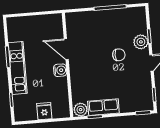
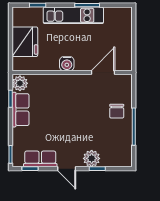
door: (66, 49) -> (103, 73), moved
chair: (119, 55) -> (117, 111), moved
row of seats: (145, 87) -> (40, 159), added
fridge: (44, 111) -> (25, 42), width x1.88, depth x1.34

